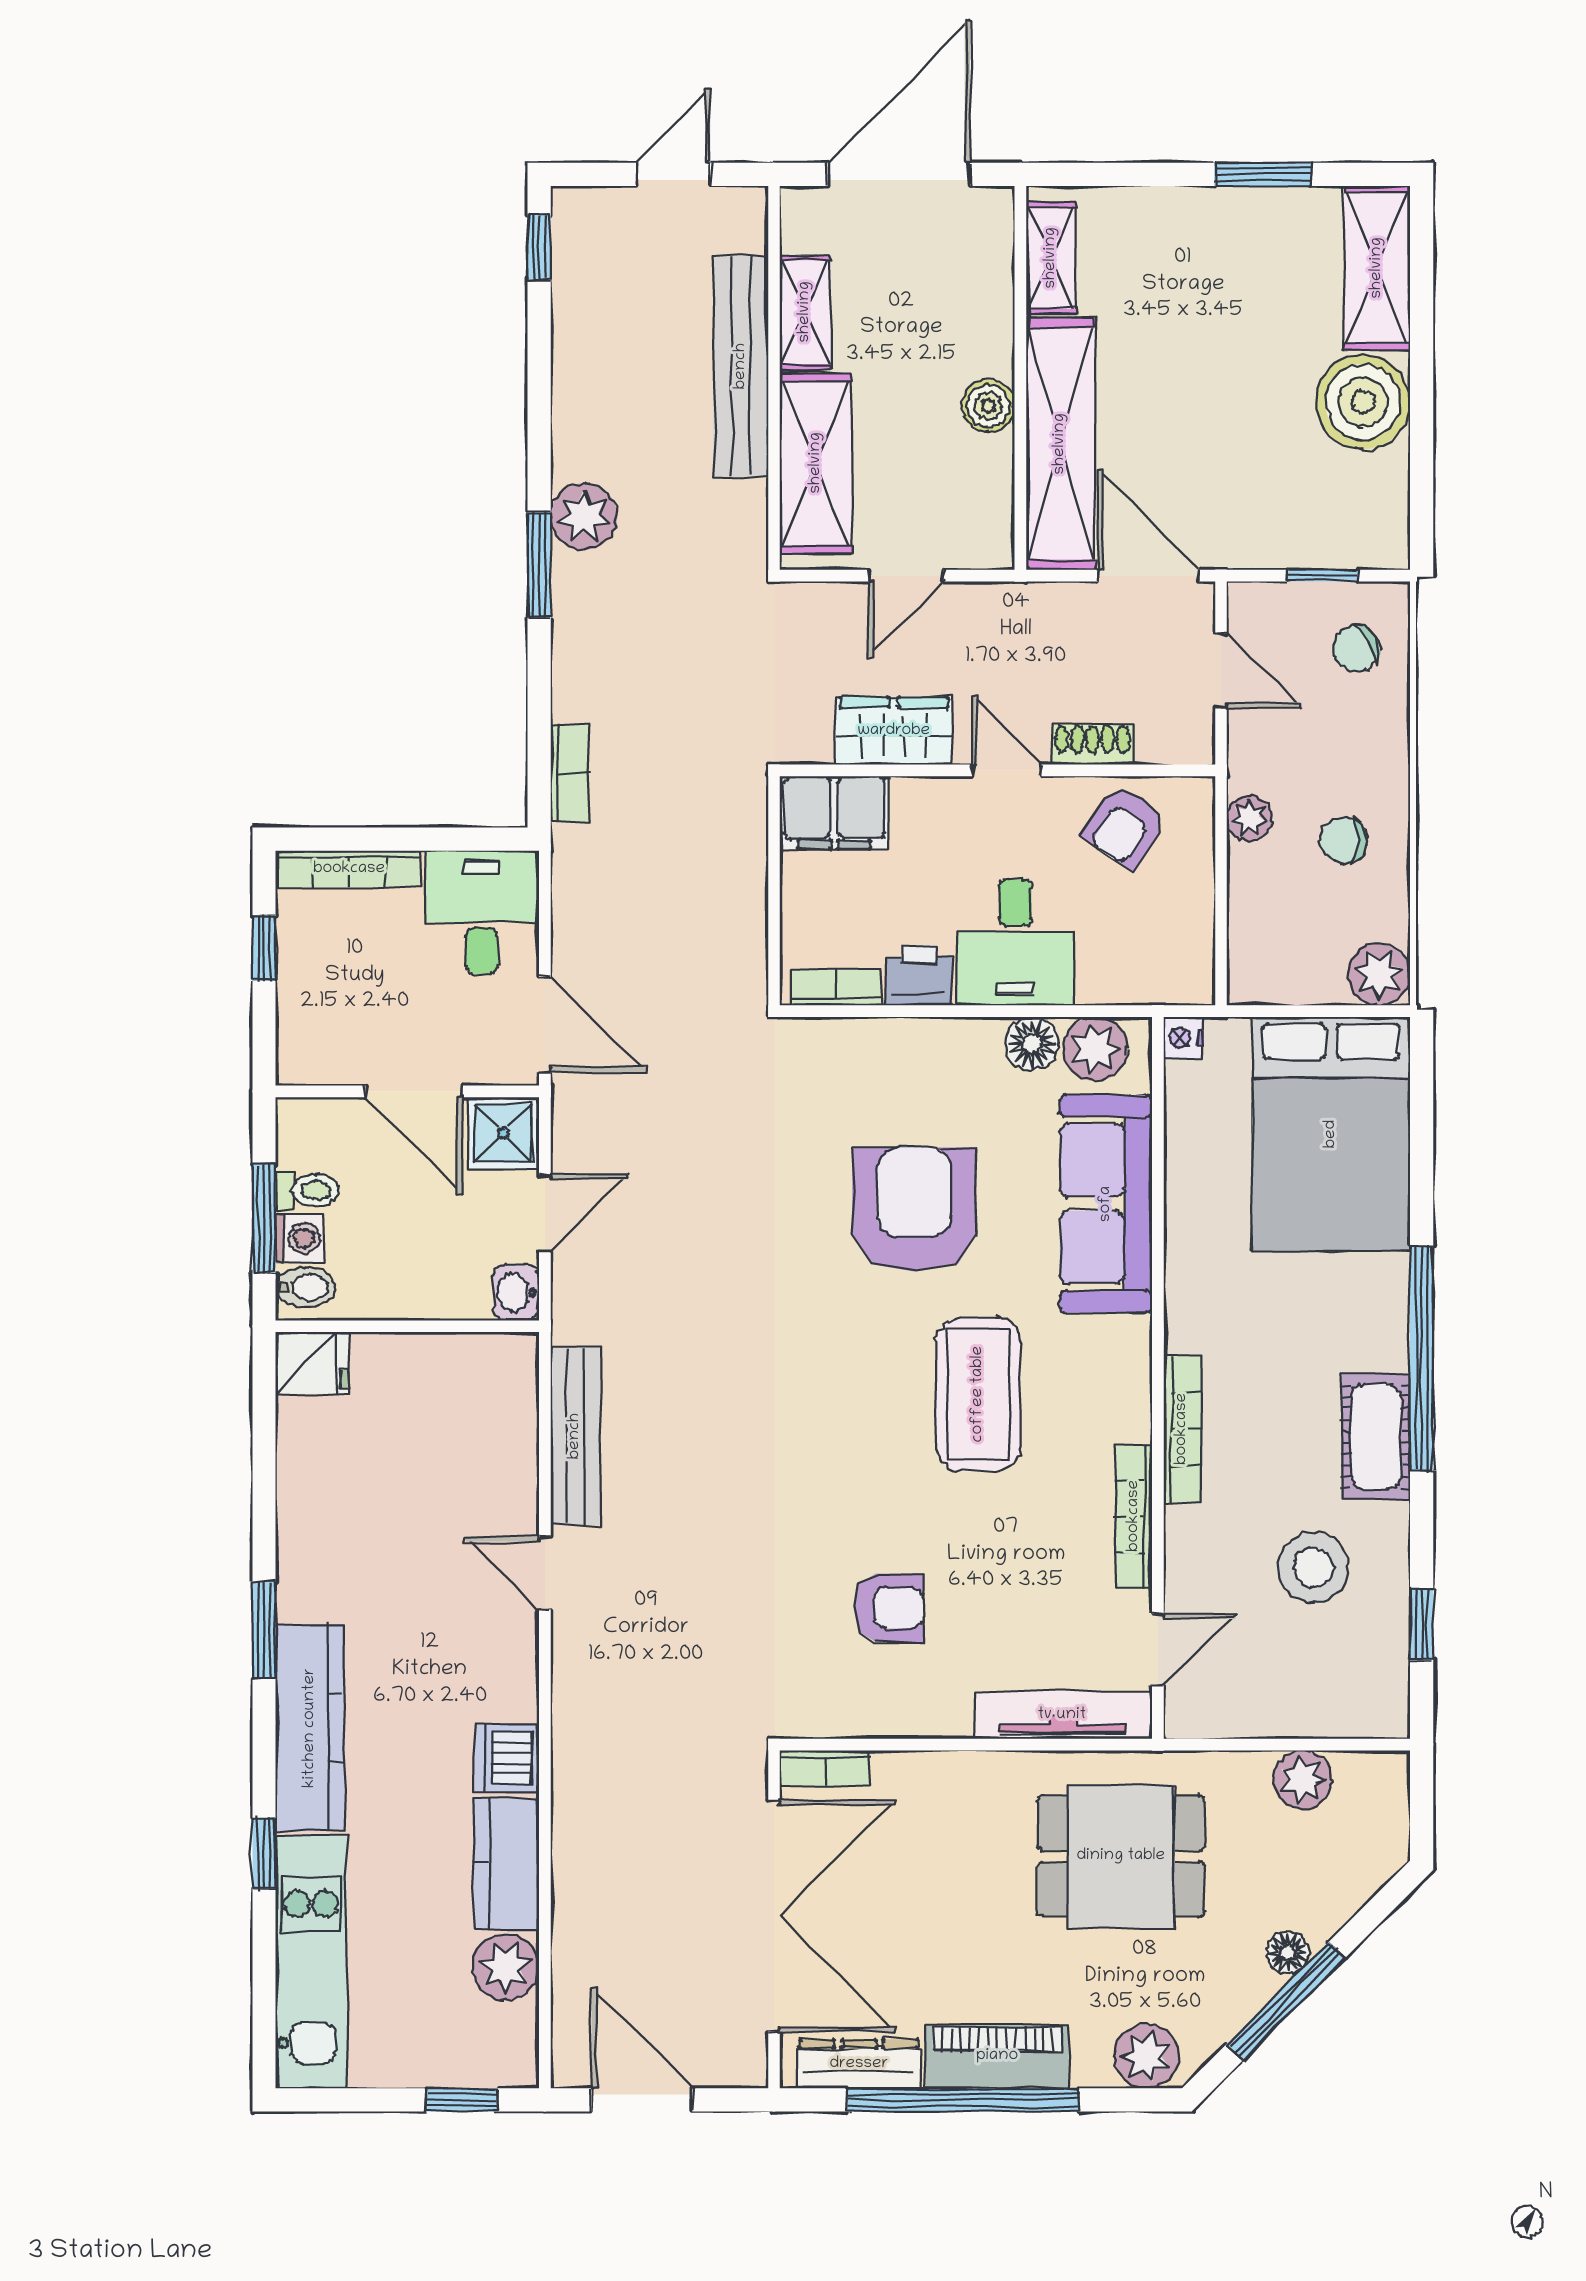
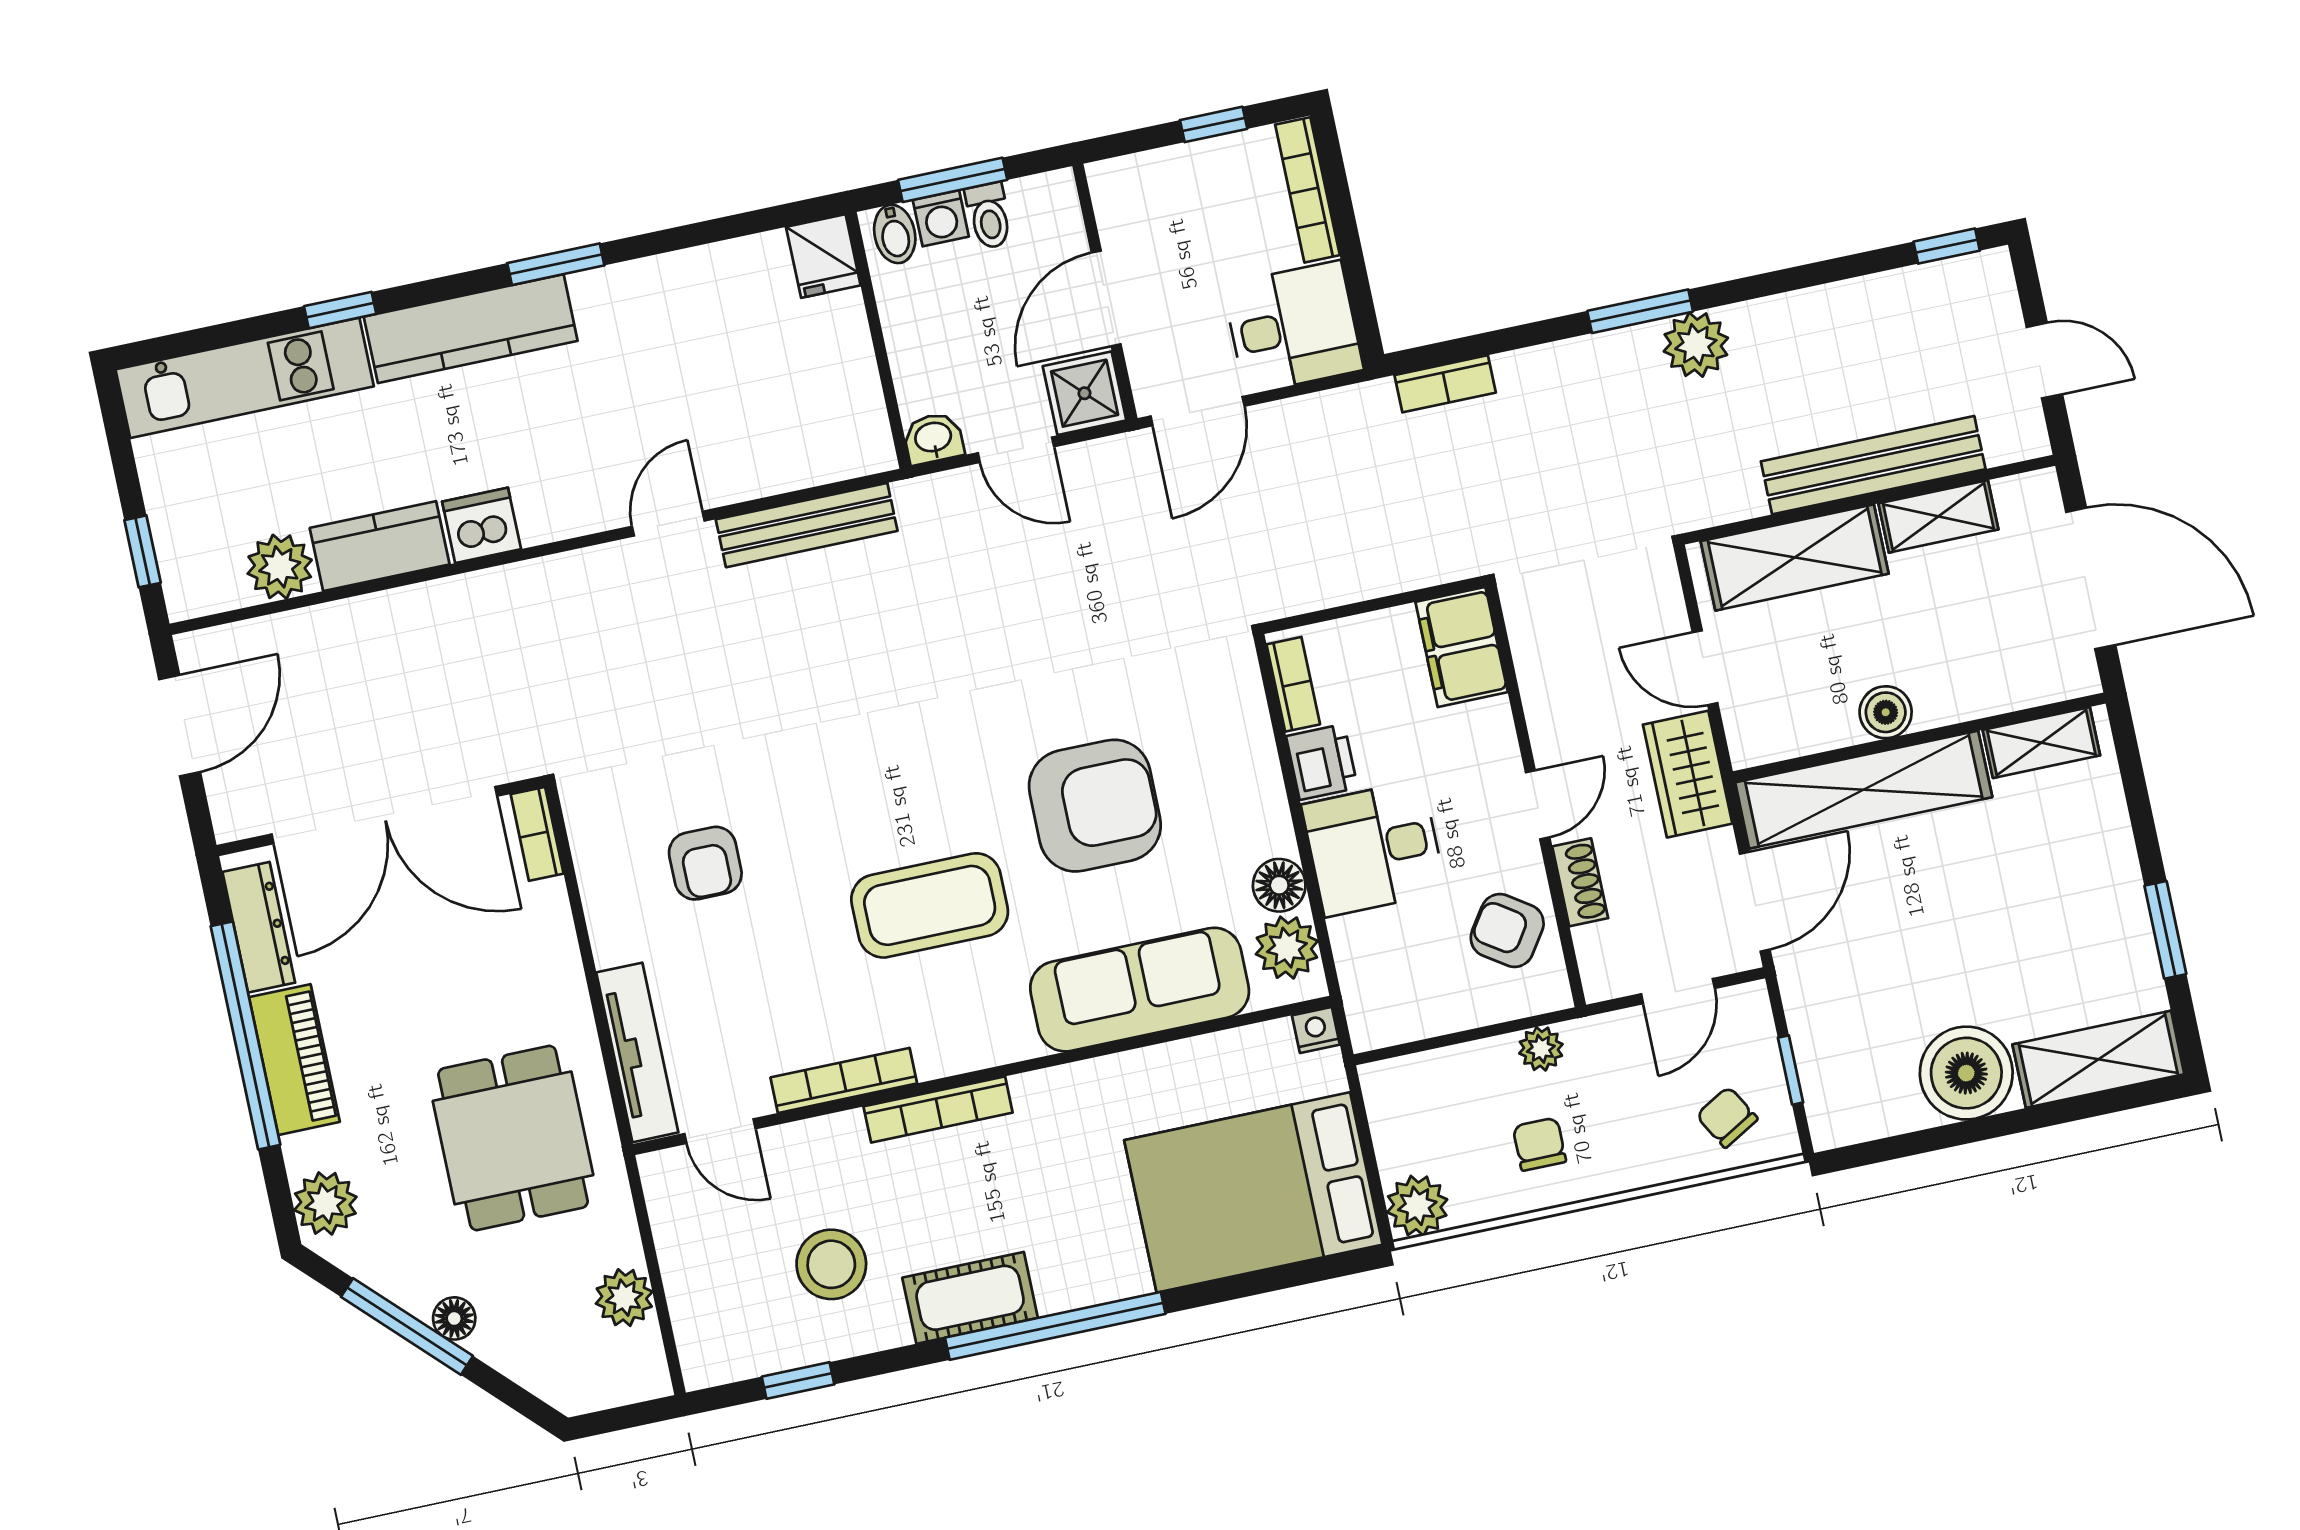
wardrobe: (894, 731) -> (1688, 774), moved, turned 180

